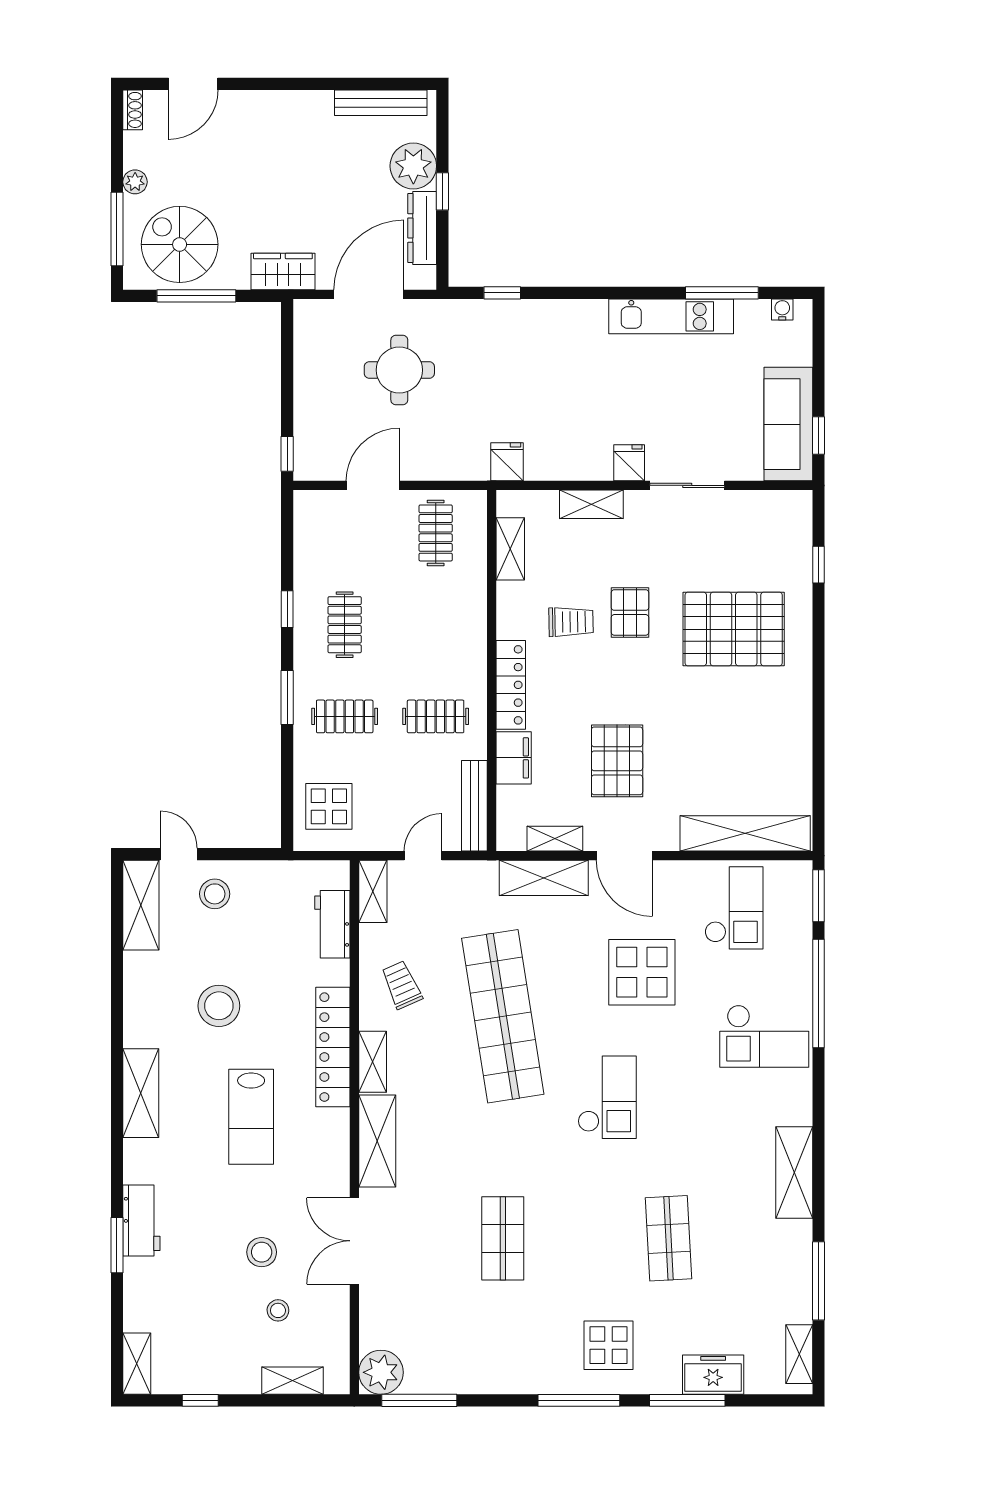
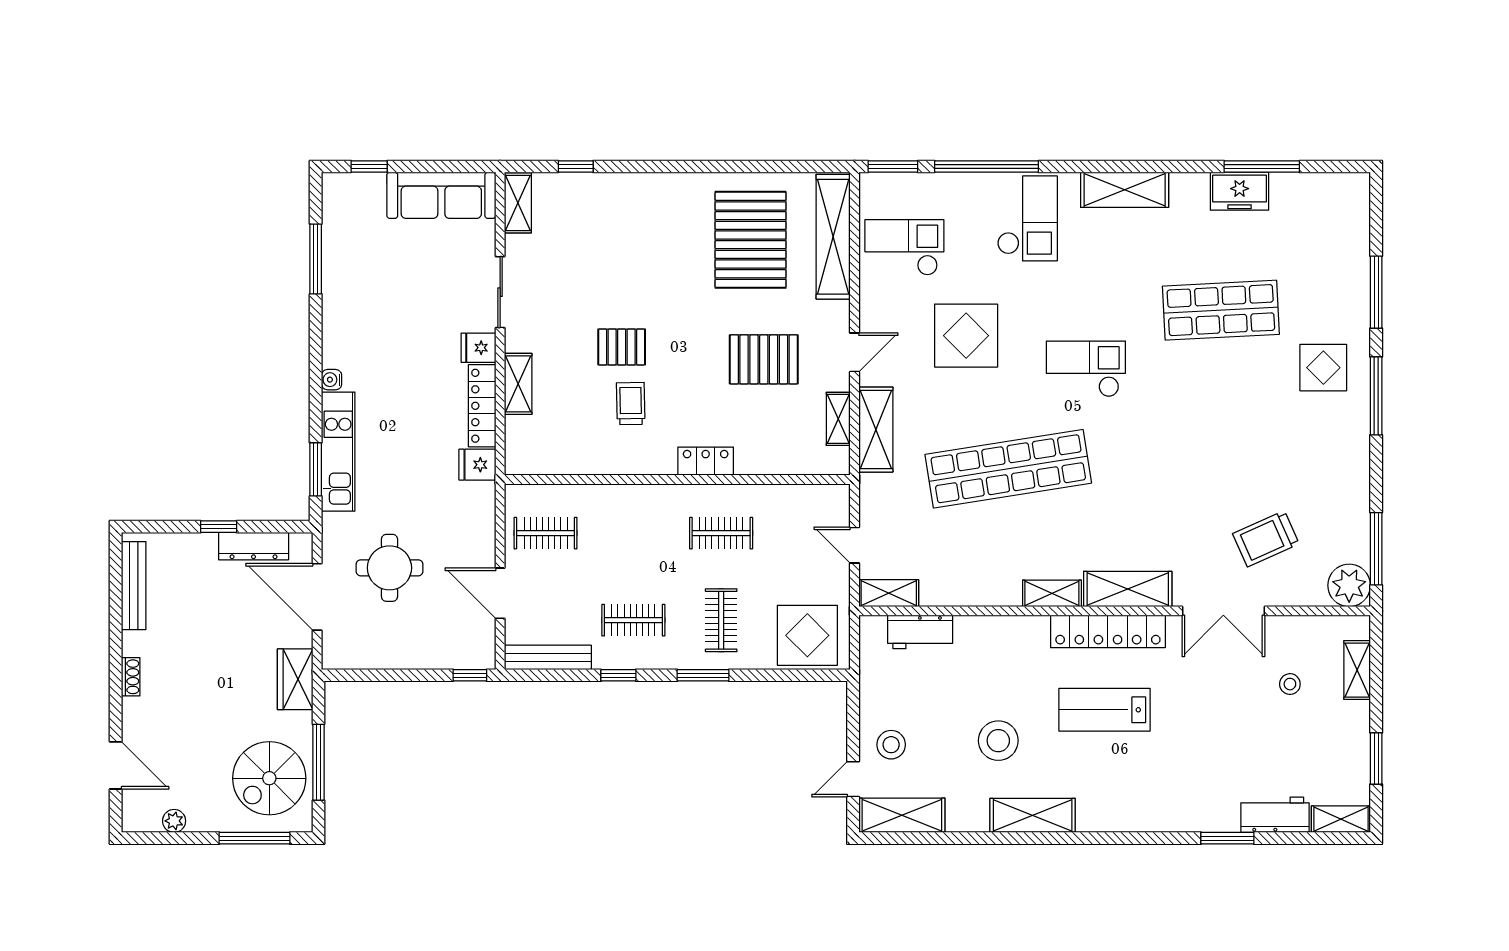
shoe rack: (133, 110) -> (131, 677), moved, turned 90
plant: (413, 166) -> (194, 554), removed
plant: (135, 182) -> (174, 821), moved
window: (502, 293) -> (316, 469), width x1.50
water cooler: (782, 309) -> (332, 380), moved
kitchen unit: (671, 316) -> (338, 452), moved
window: (818, 435) -> (369, 166), moved
locker: (569, 467) -> (482, 406), added
shelving: (510, 549) -> (518, 203), moved, turned 90
pallet: (734, 629) -> (751, 240), moved
locker: (511, 685) -> (706, 461), width x0.66
clothes rail: (436, 716) -> (721, 533), turned 90
filing cabinet: (514, 758) -> (761, 458), removed
display table: (329, 806) -> (807, 635), width x1.36, depth x1.36
bench: (474, 806) -> (548, 657), moved
door: (624, 856) -> (854, 352), width x0.73
trolley: (402, 985) -> (1266, 539), moved, width x1.36, depth x1.39
locker: (333, 1047) -> (1108, 631), moved
shelving: (141, 1093) -> (1033, 815), moved
lab bench: (251, 1117) -> (1105, 710), turned 180
shelving: (794, 1172) -> (1125, 190), moved
workbench: (141, 1221) -> (1275, 815), moved
shop shelf: (503, 1238) -> (1221, 469), removed
shop shelf: (668, 1238) -> (1221, 310), width x1.43, depth x1.36
stool: (262, 1252) -> (1234, 700), removed
shelving: (799, 1354) -> (1332, 185), removed
freezer: (713, 1375) -> (1240, 191), moved, turned -90
window: (200, 1400) -> (1376, 758), width x1.50

